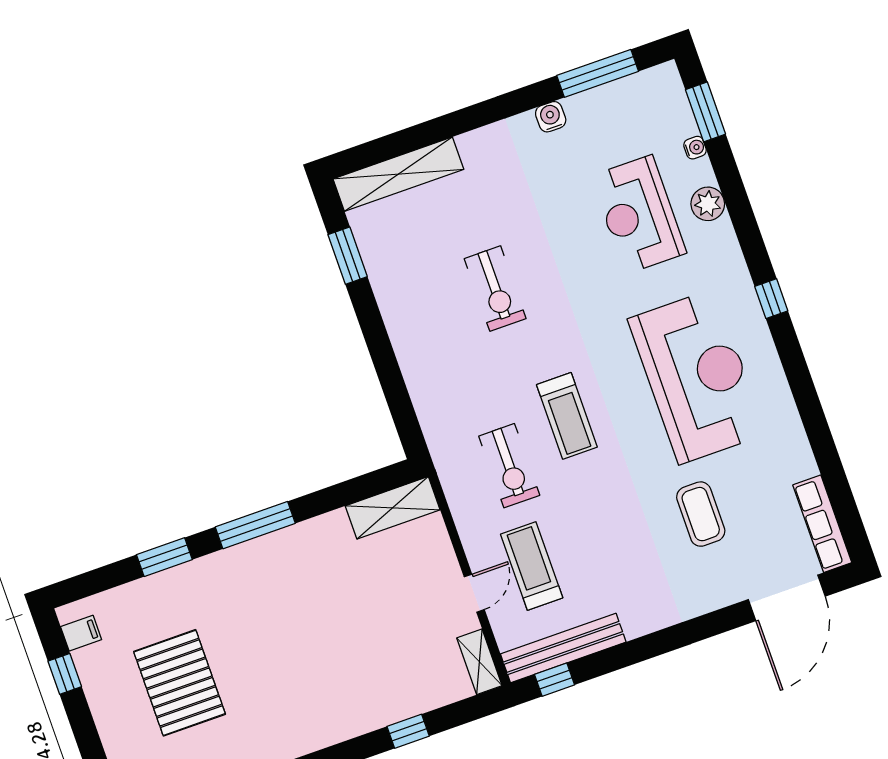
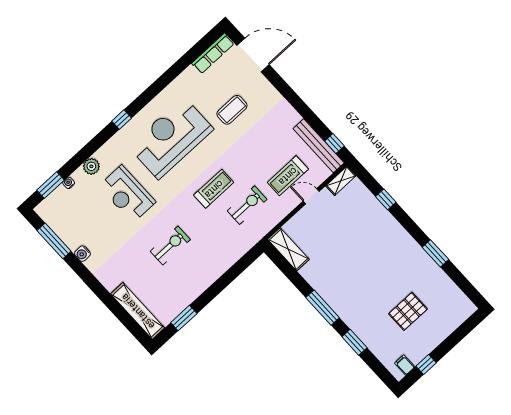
reception desk: (639, 215) -> (127, 194), moved, turned 90
pallet: (180, 683) -> (408, 311), width x0.73, depth x0.71

